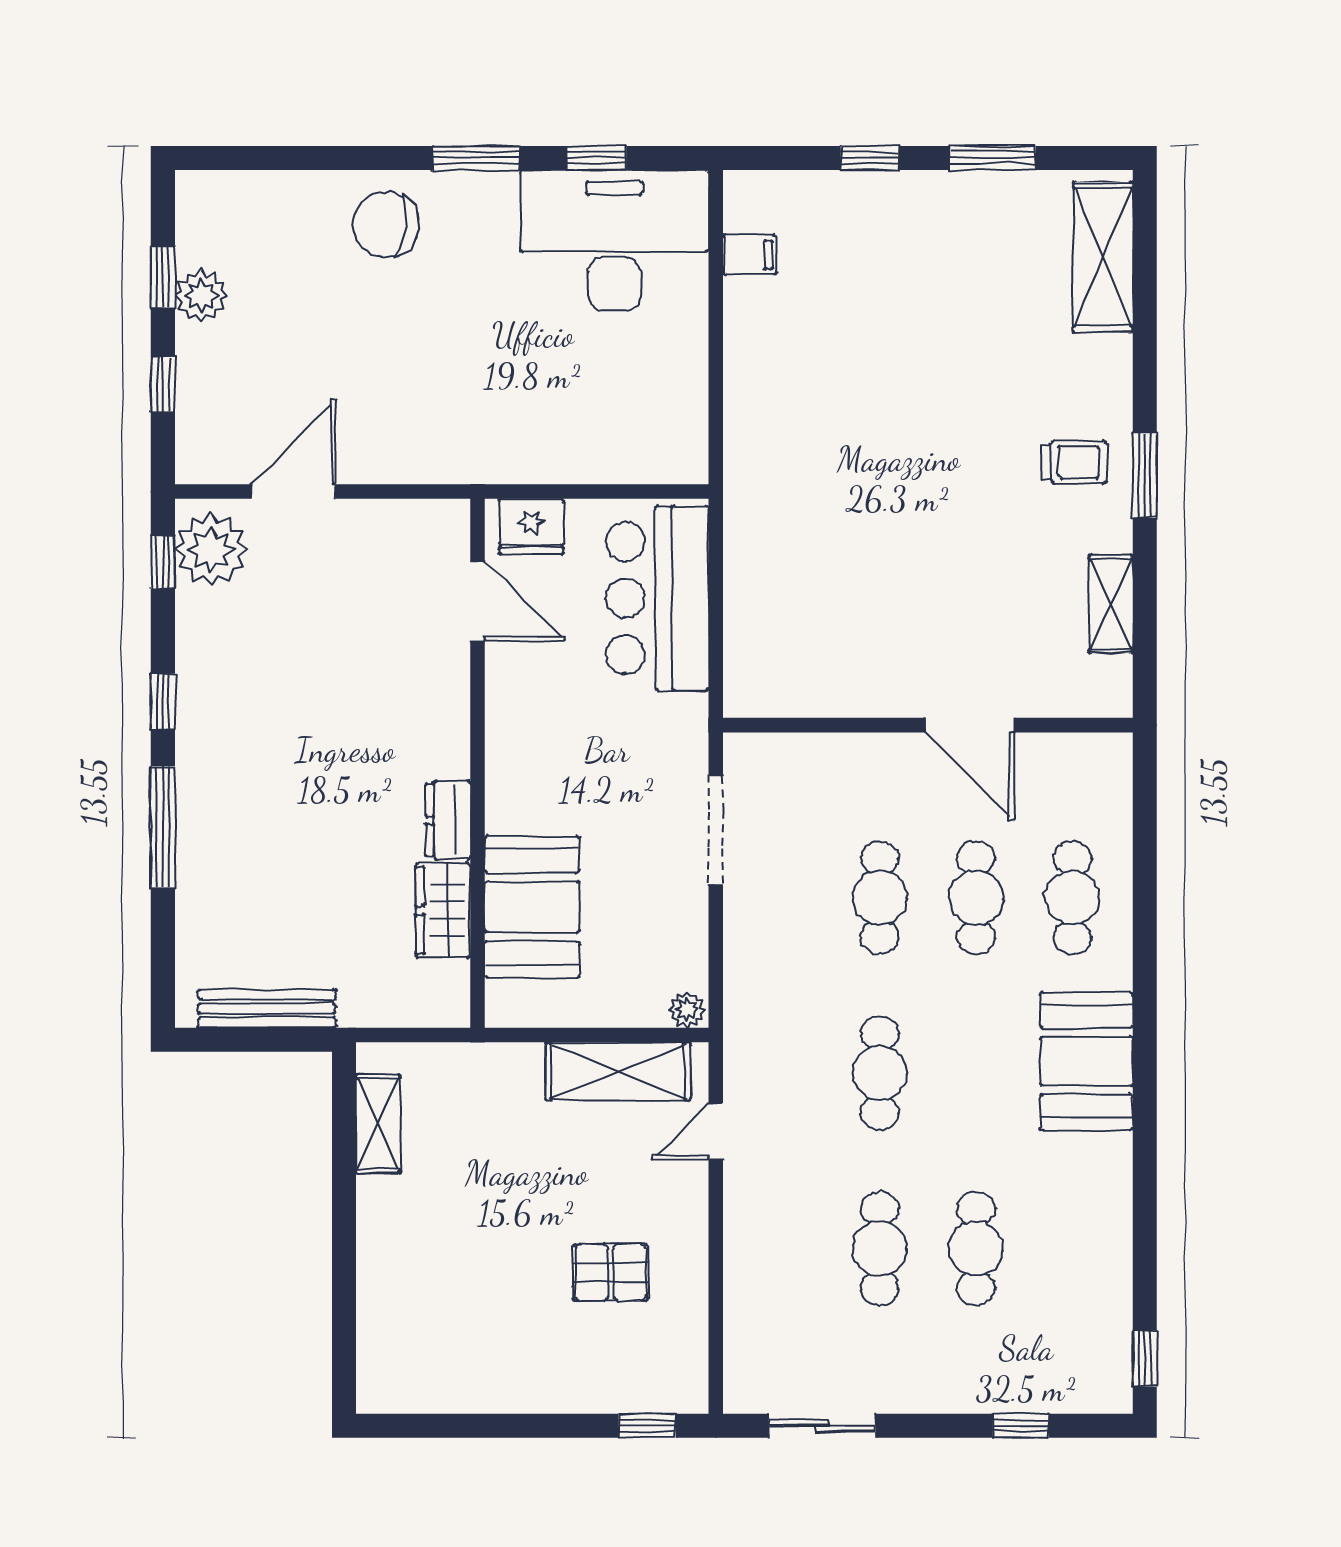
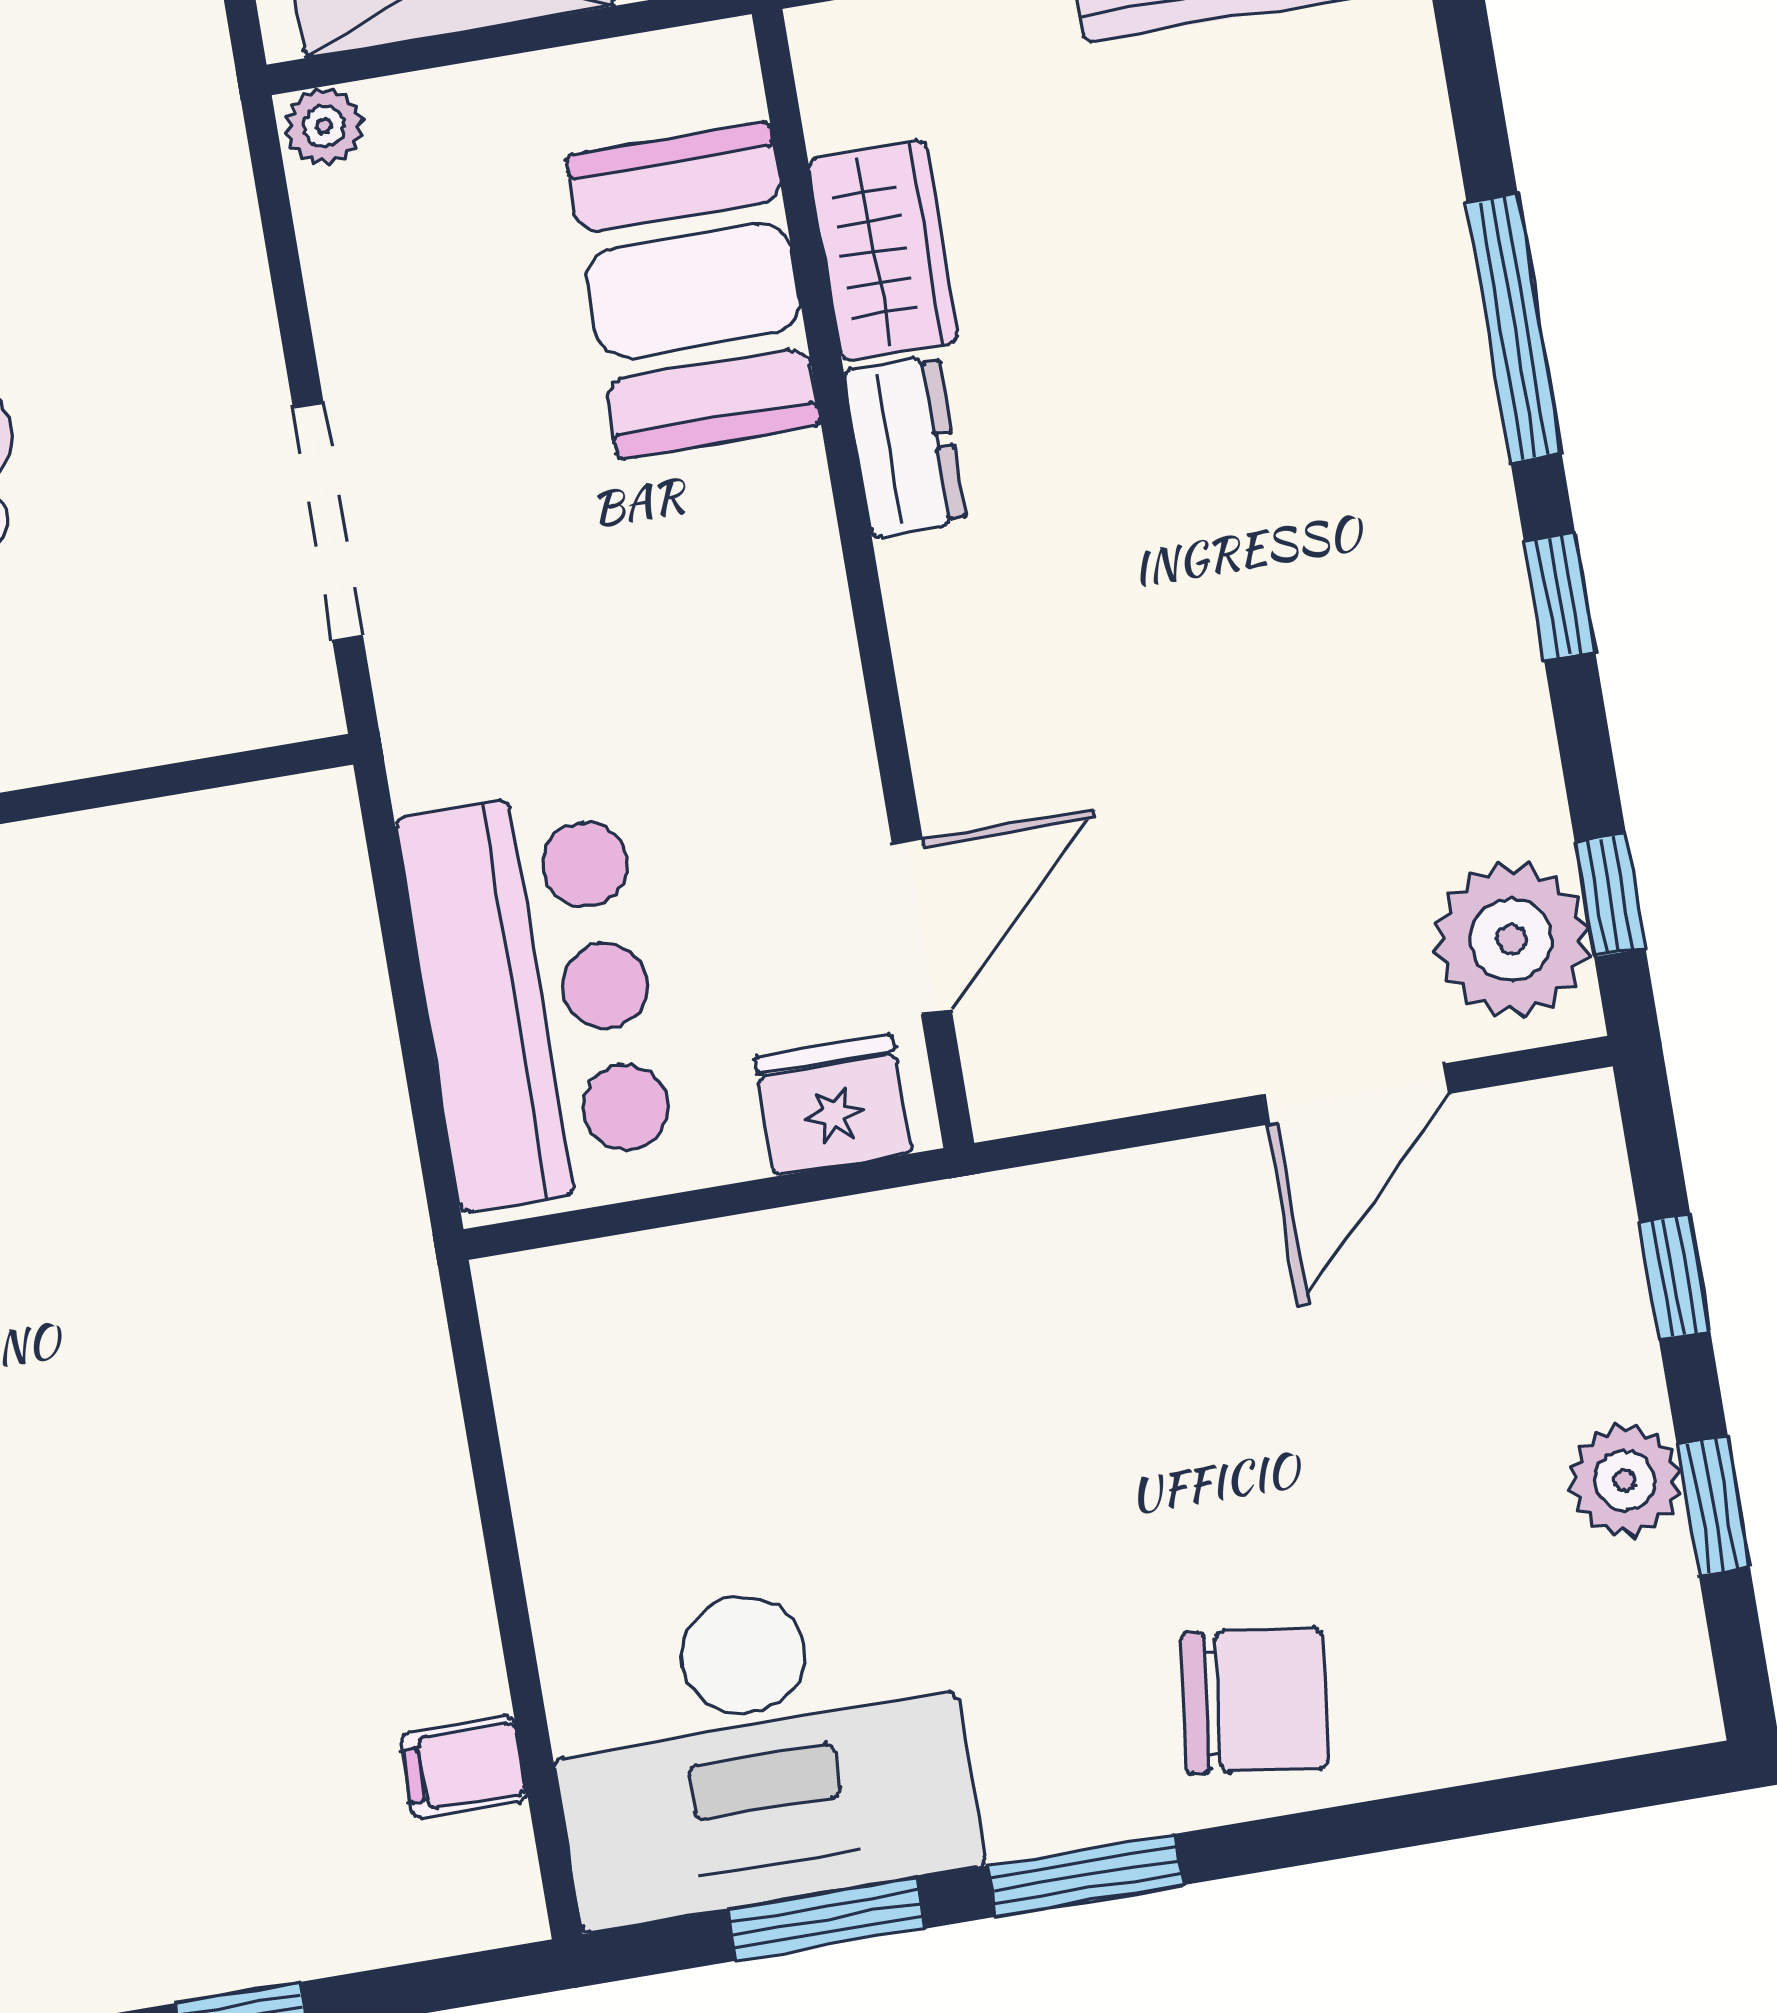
window: (597, 158) -> (827, 1919), width x1.50
door: (477, 601) -> (922, 926), swing flipped

